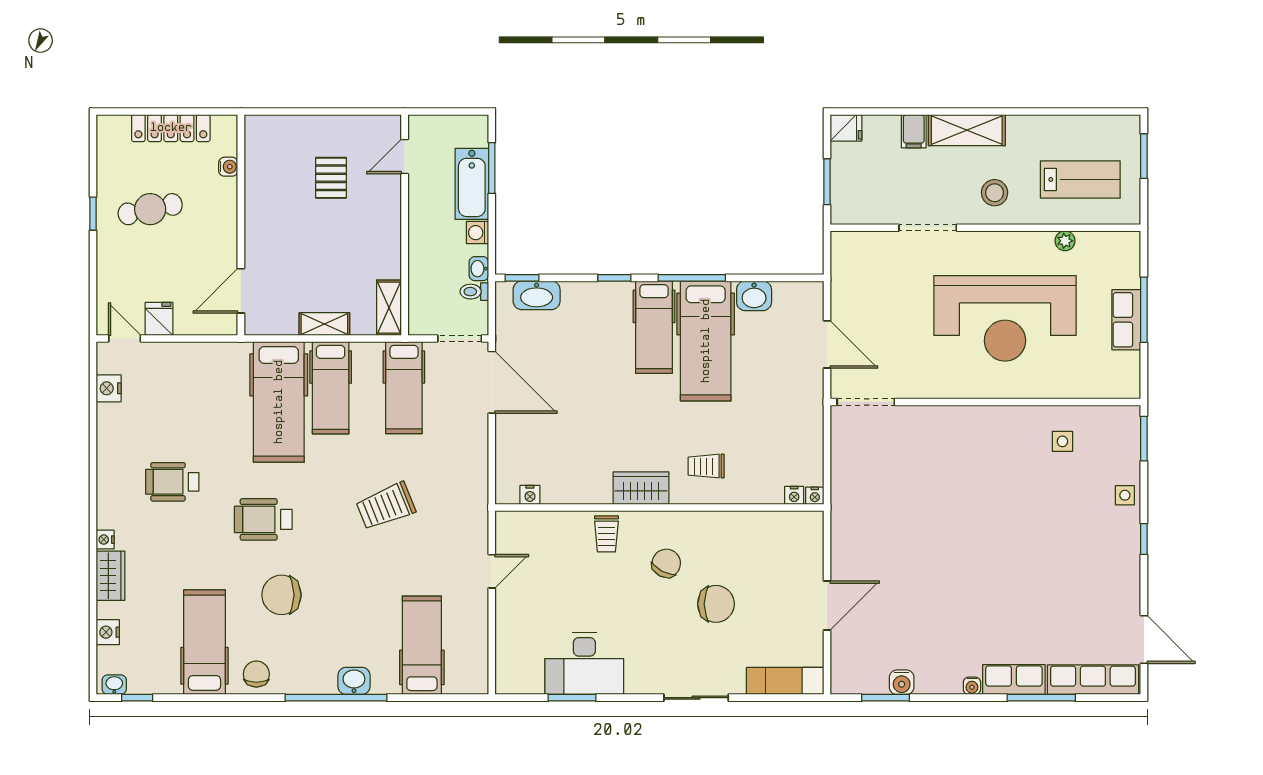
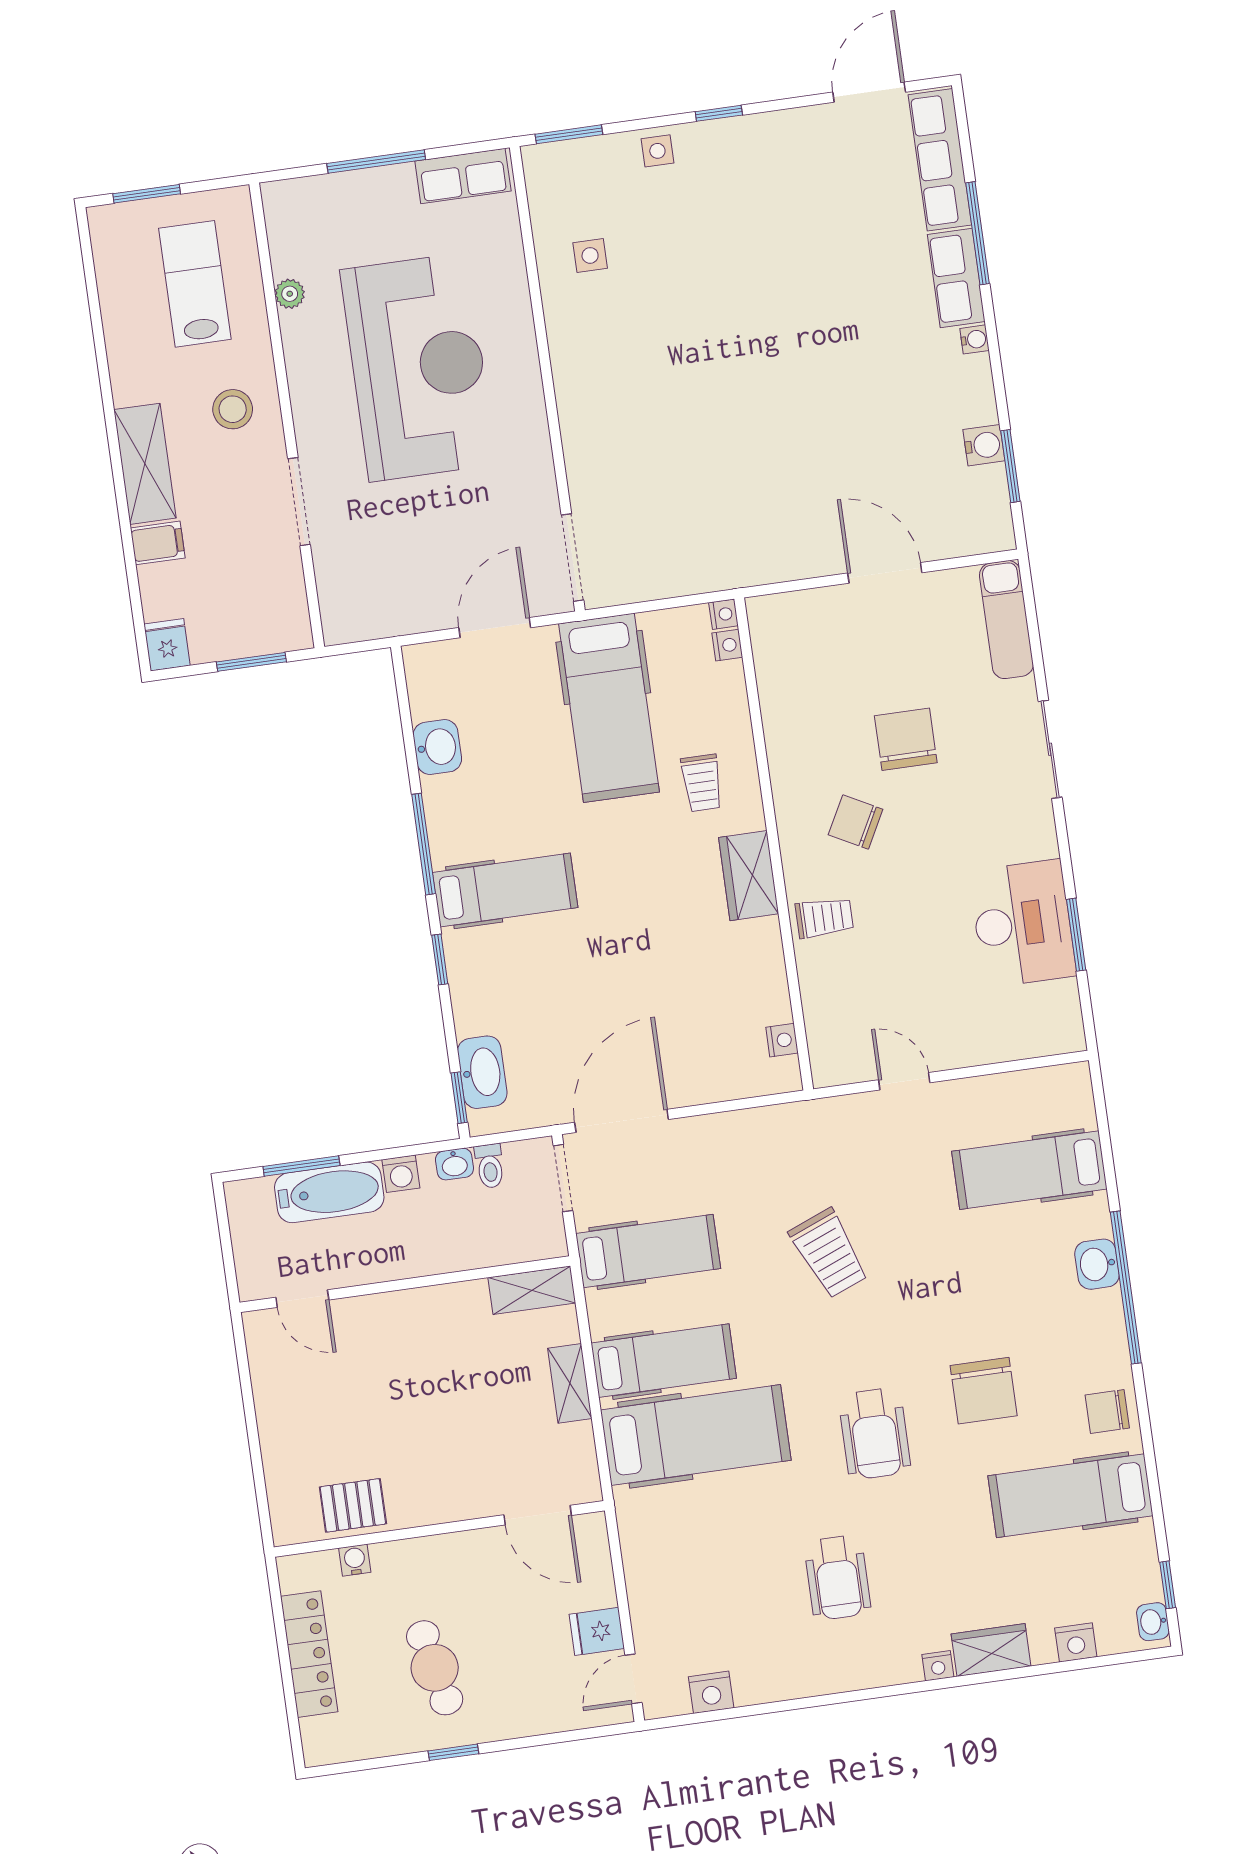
pallet: (331, 178) -> (353, 1505), moved
row of seats: (1126, 320) -> (463, 176), moved
hospital bed: (706, 341) -> (609, 708), moved, turned 90

